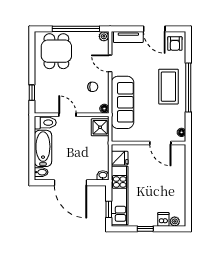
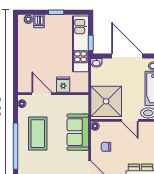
coffee table: (168, 87) -> (38, 134), moved
sofa: (123, 102) -> (78, 132), width x0.73
shower: (100, 127) -> (106, 101), width x1.86, depth x1.86
fridge: (120, 158) -> (63, 85), moved, turned 90
window: (109, 209) -> (91, 43), moved

